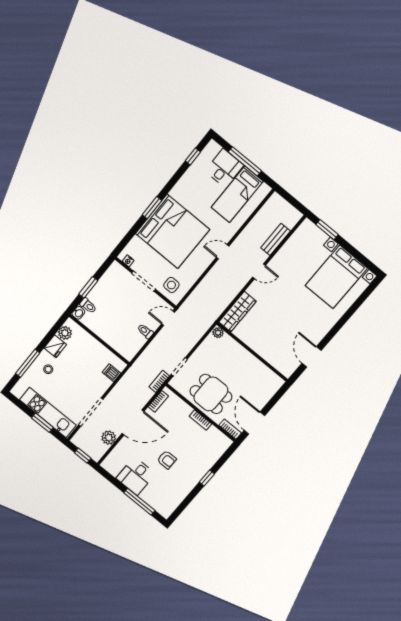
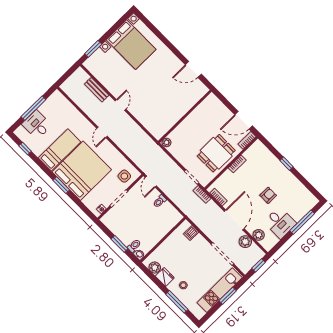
bed: (237, 194) -> (60, 150), moved, turned -90
wardrobe: (237, 312) -> (151, 125), removed
plant: (118, 453) -> (259, 235), added

